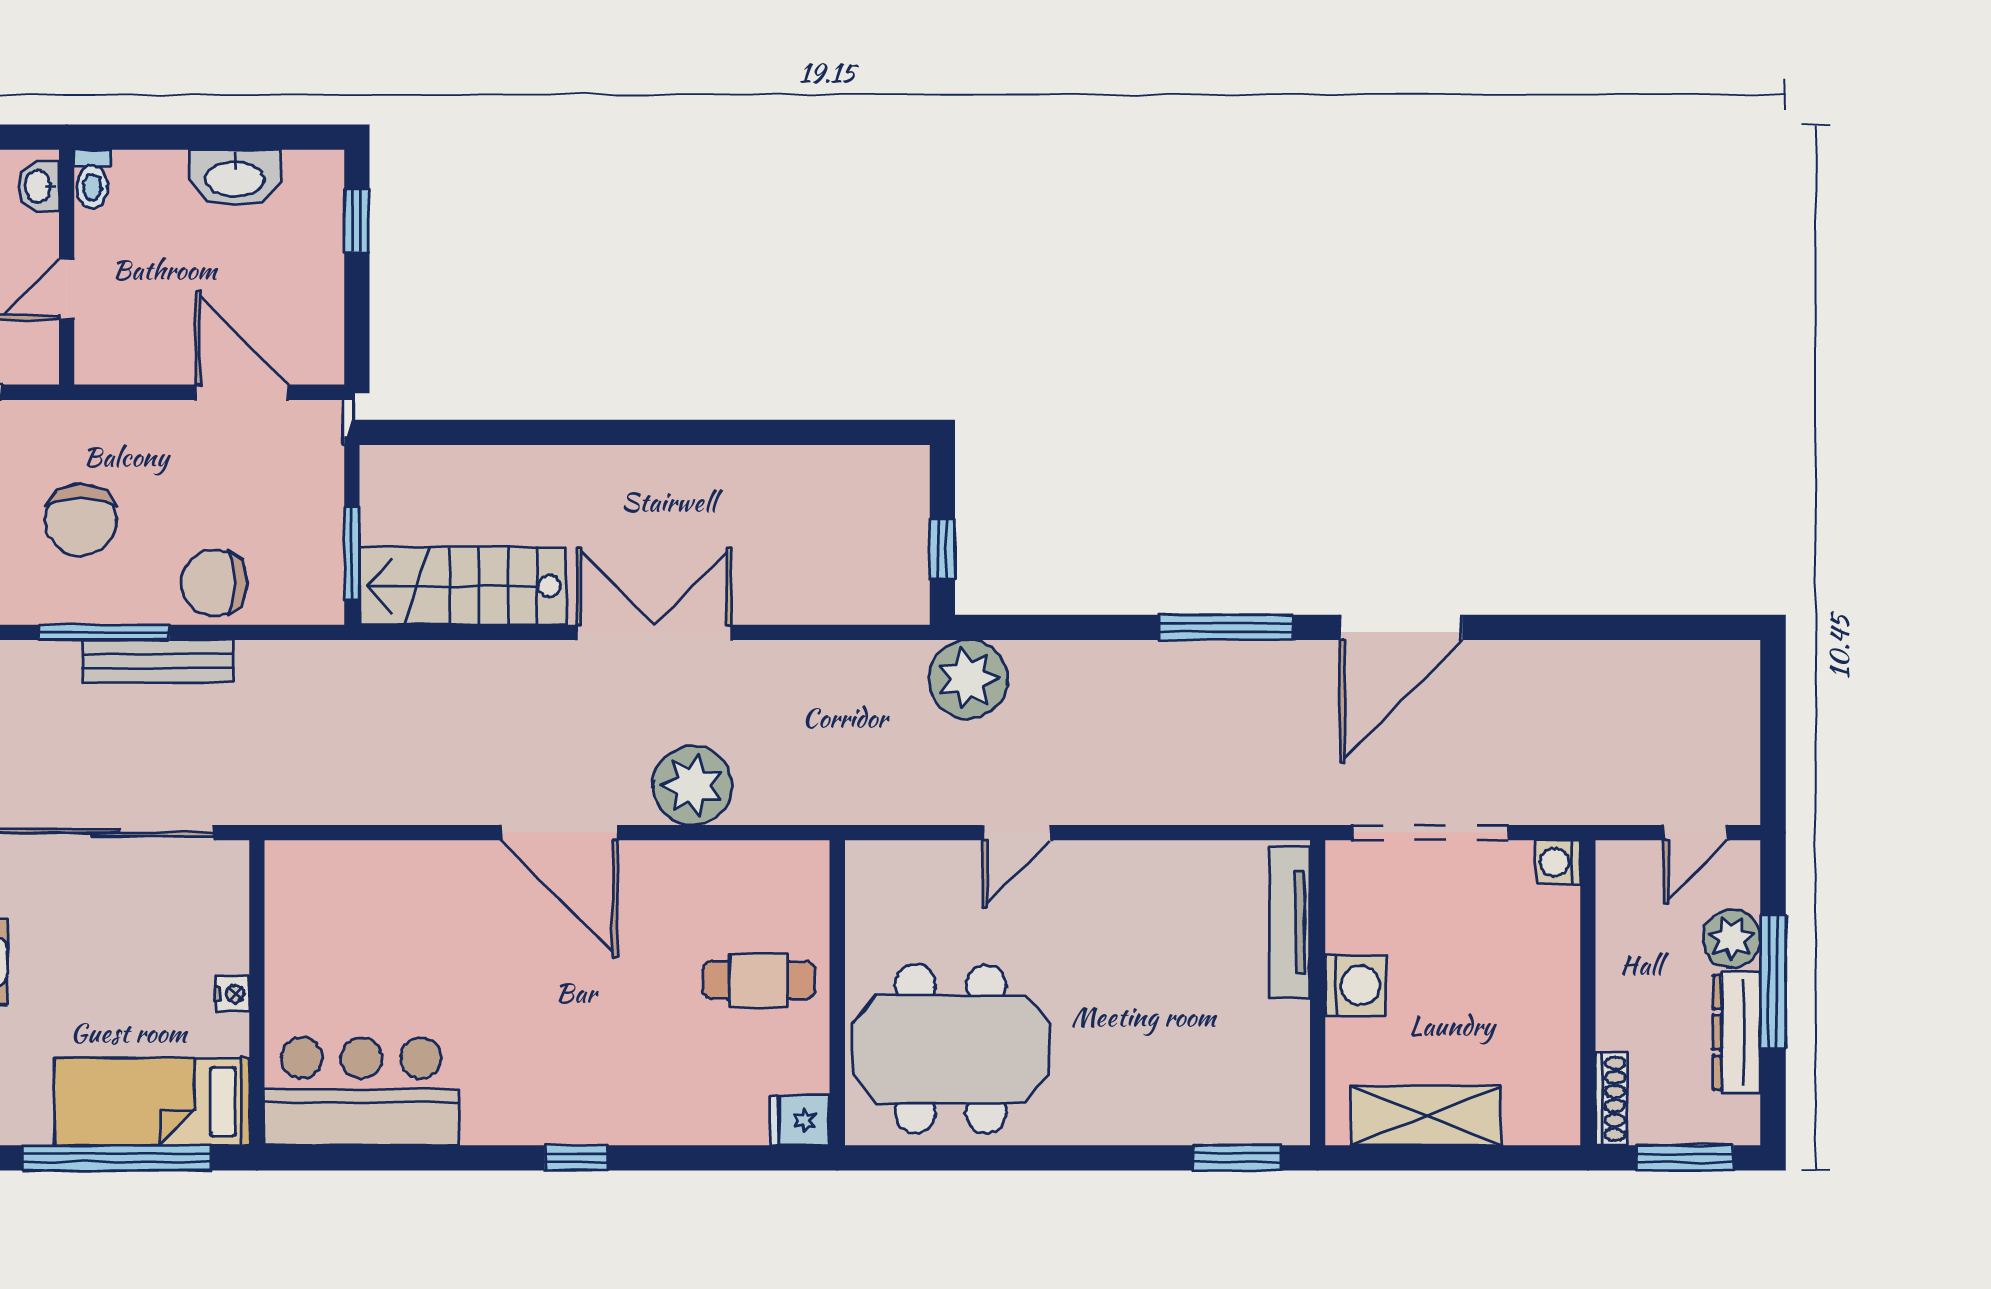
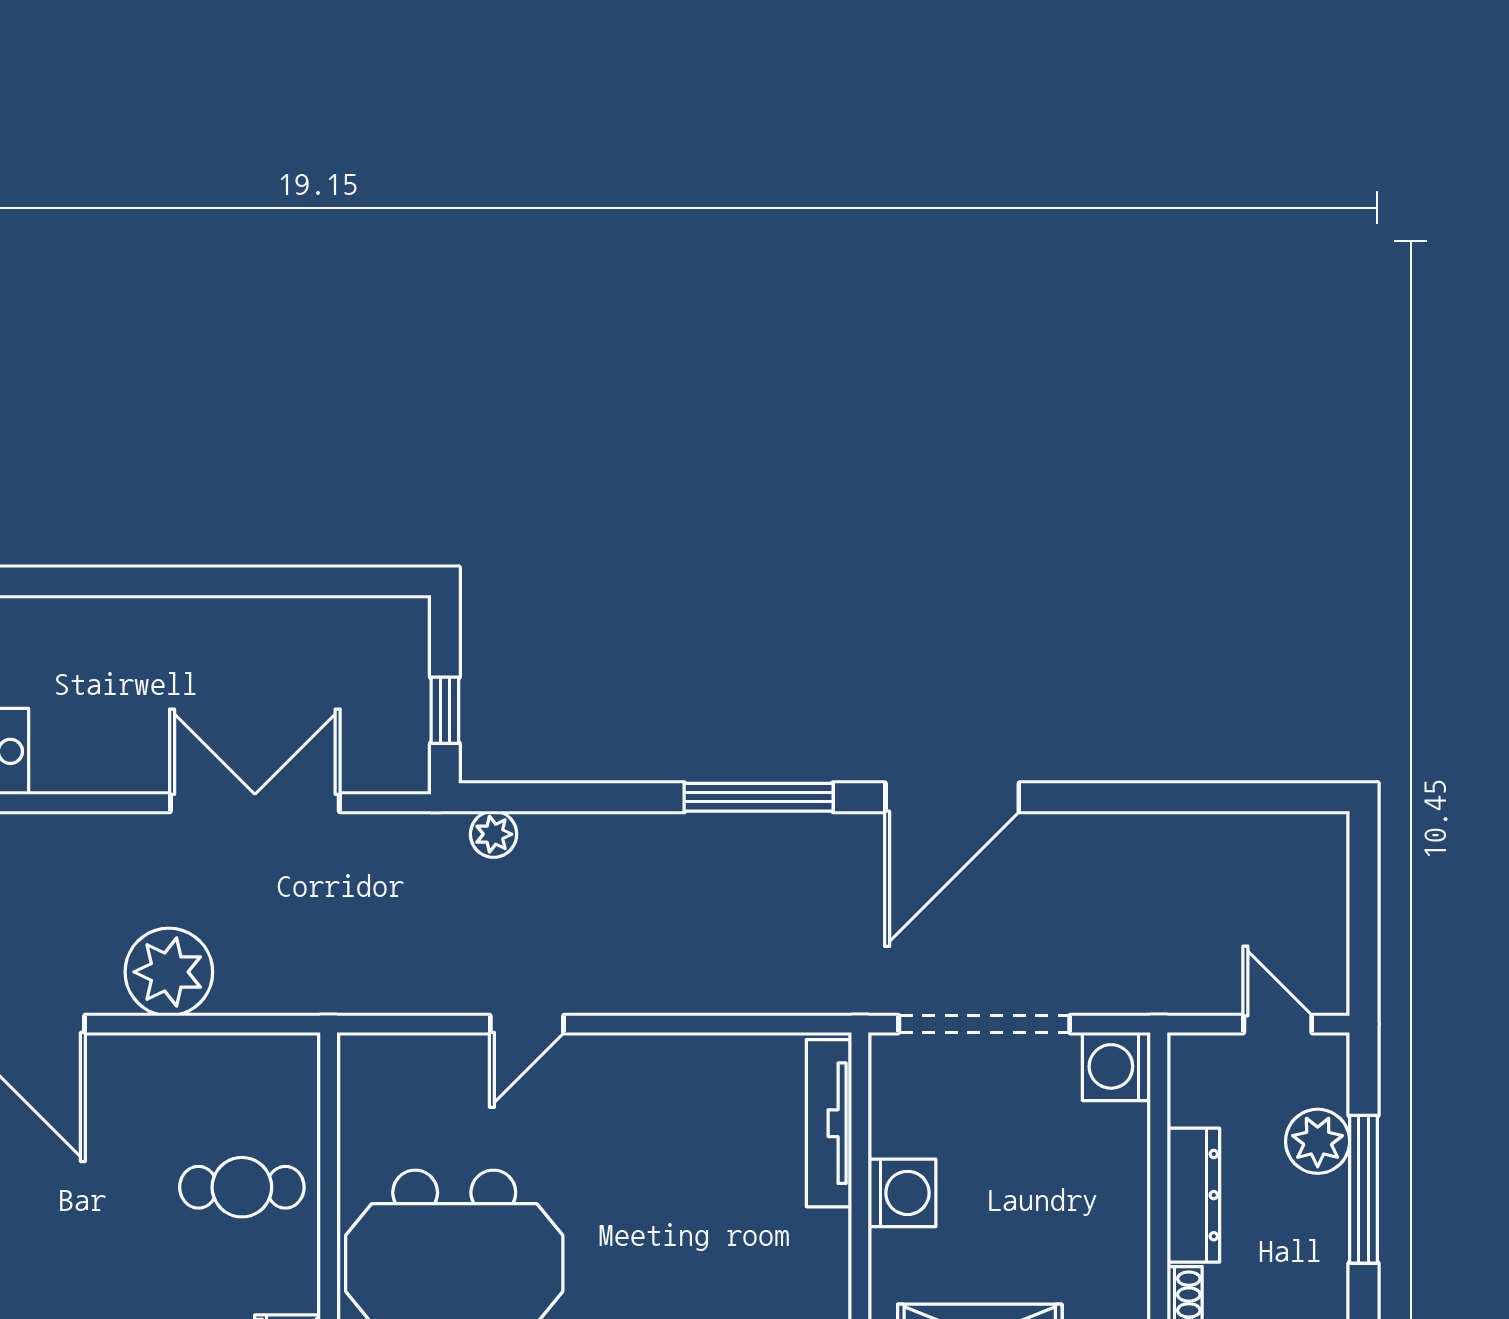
double door: (654, 632) -> (255, 803), moved
plant: (968, 679) -> (494, 834), width x0.53, depth x0.53
door: (1696, 833) -> (1278, 1024), swing flipped
washing machine: (1558, 862) -> (1116, 1066), width x1.38, depth x1.38
dresser: (1737, 1032) -> (1193, 1195), moved, turned 180

